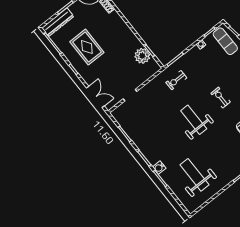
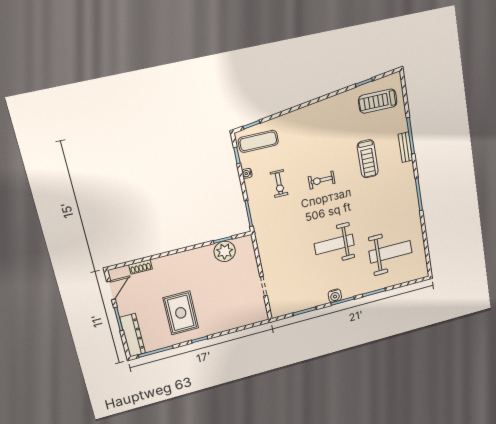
rug: (87, 47) -> (181, 313), turned 90
exercise bike: (176, 80) -> (279, 184), moved
double door: (95, 97) -> (245, 327), removed
weight bench: (194, 120) -> (334, 244), moved
water cooler: (159, 168) -> (335, 296), moved
weight bench: (195, 175) -> (390, 252), turned 180

